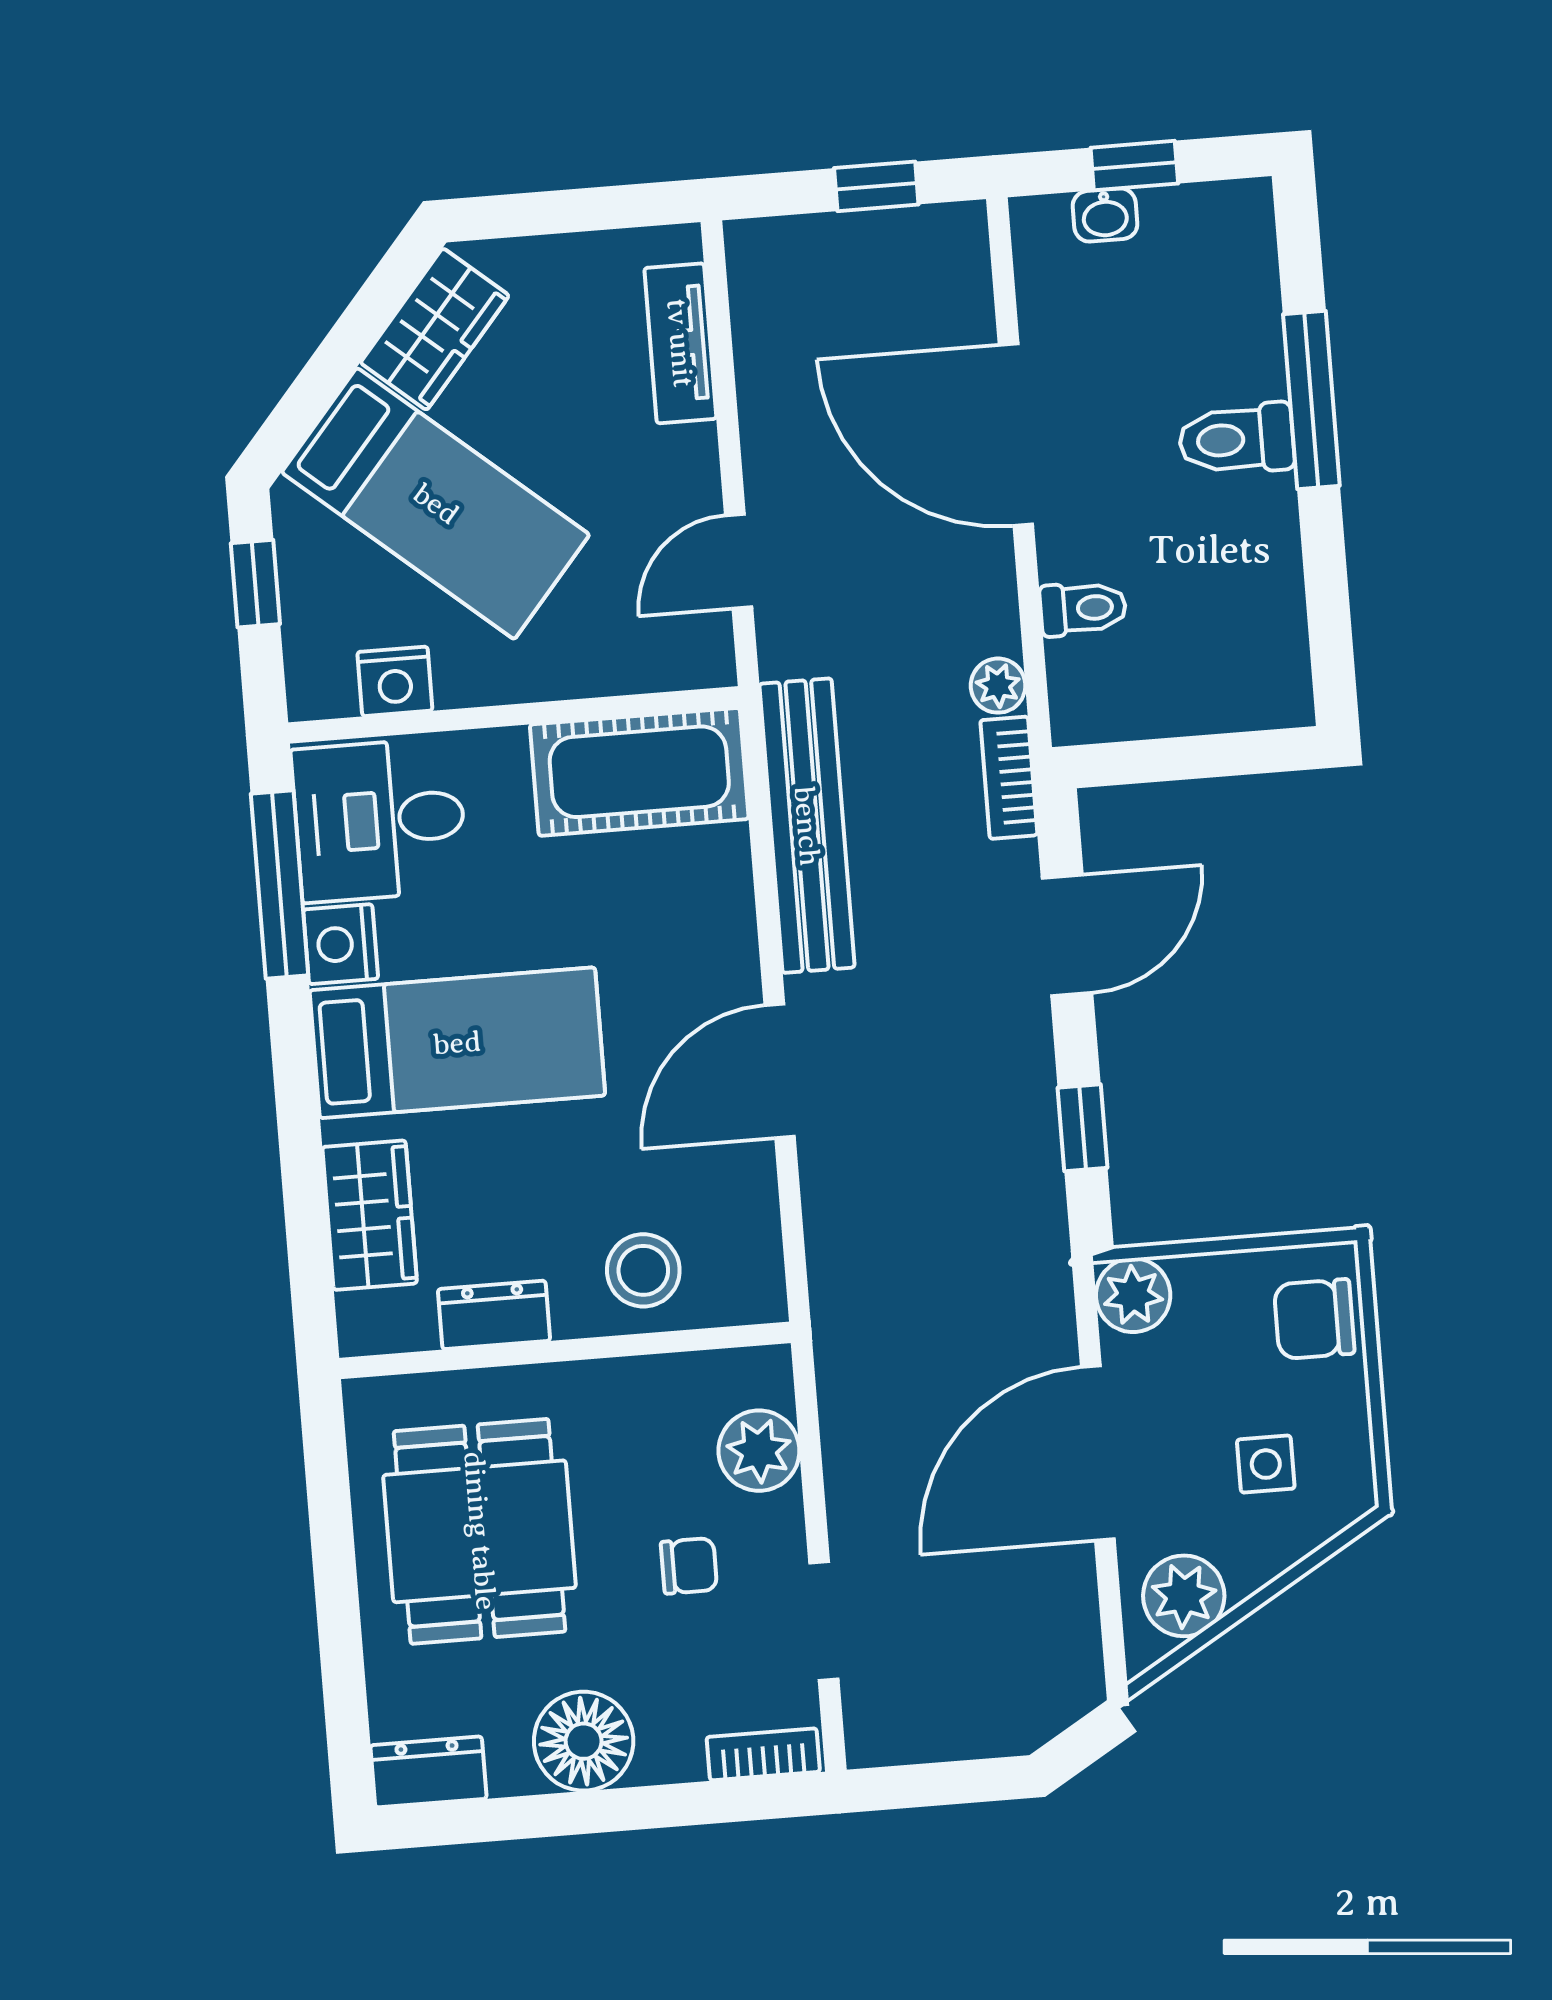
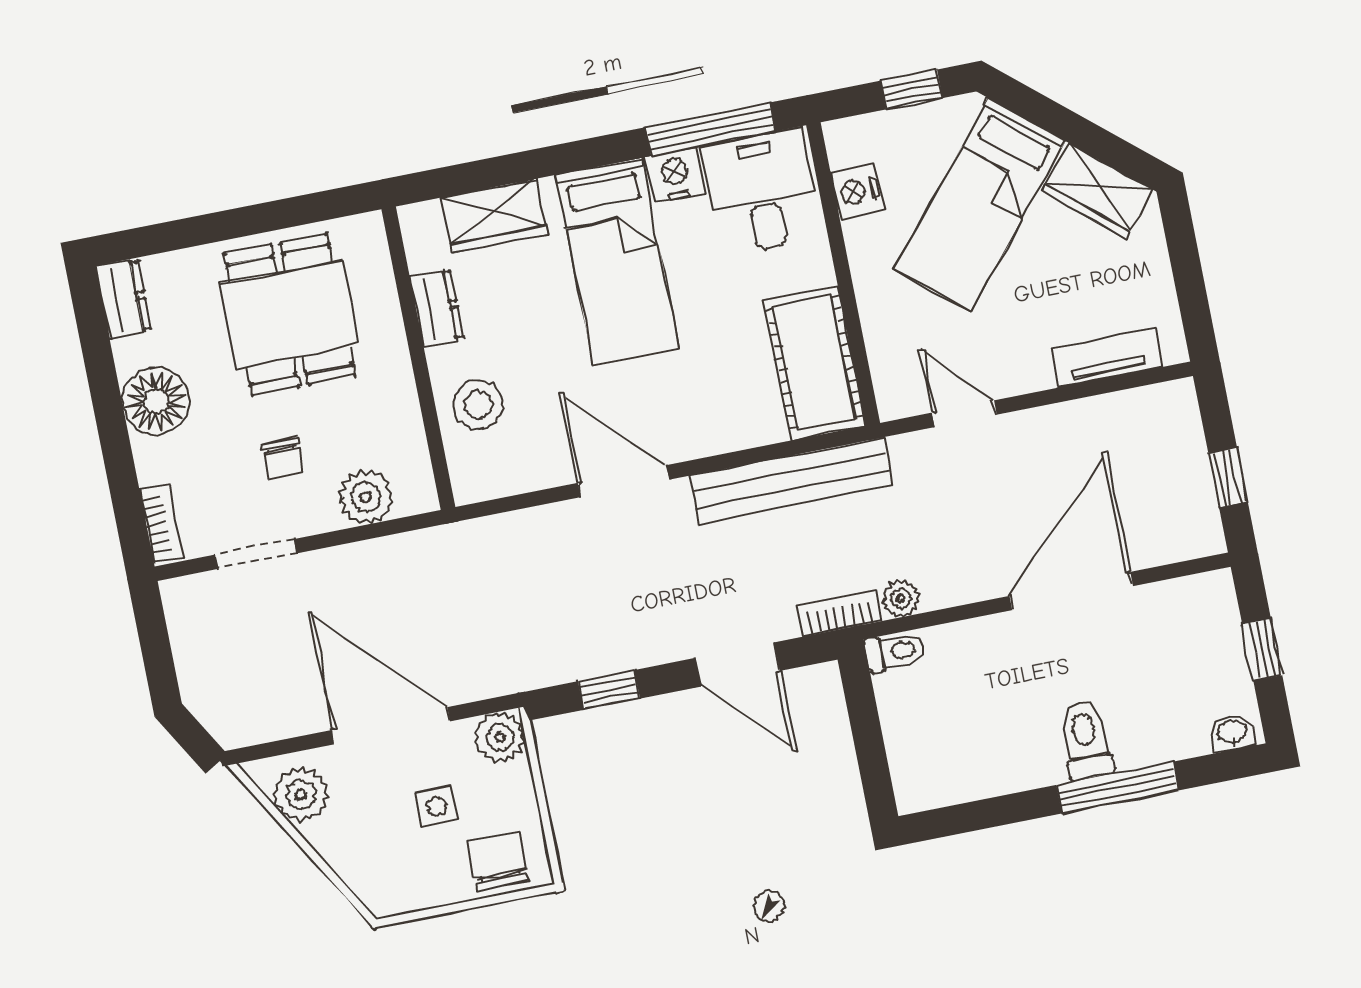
washbasin: (1105, 215) -> (1232, 732), moved, turned 90
toilet: (1083, 608) -> (895, 651), moved, turned -90
side table: (1266, 1464) -> (436, 806), moved
dining table: (480, 1531) -> (290, 315), turned 90

